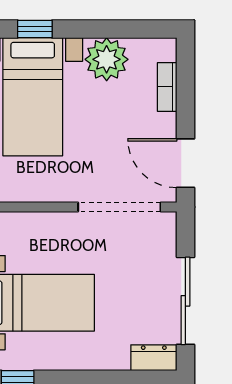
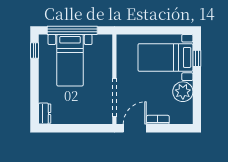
bookcase: (167, 87) -> (158, 120), moved
sliding door: (185, 301) -> (71, 128), removed

